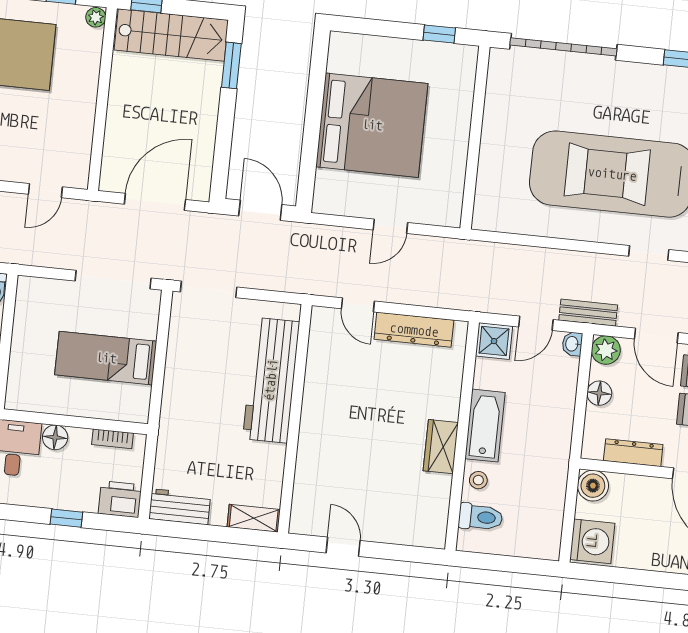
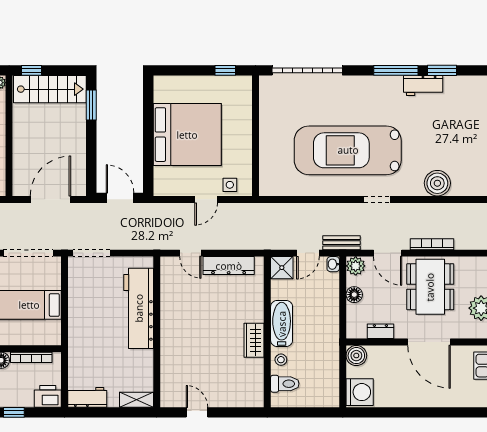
side table: (428, 208) -> (230, 185), added
bookcase: (113, 439) -> (31, 357), width x1.56
dresser: (633, 453) -> (380, 331), width x0.70

